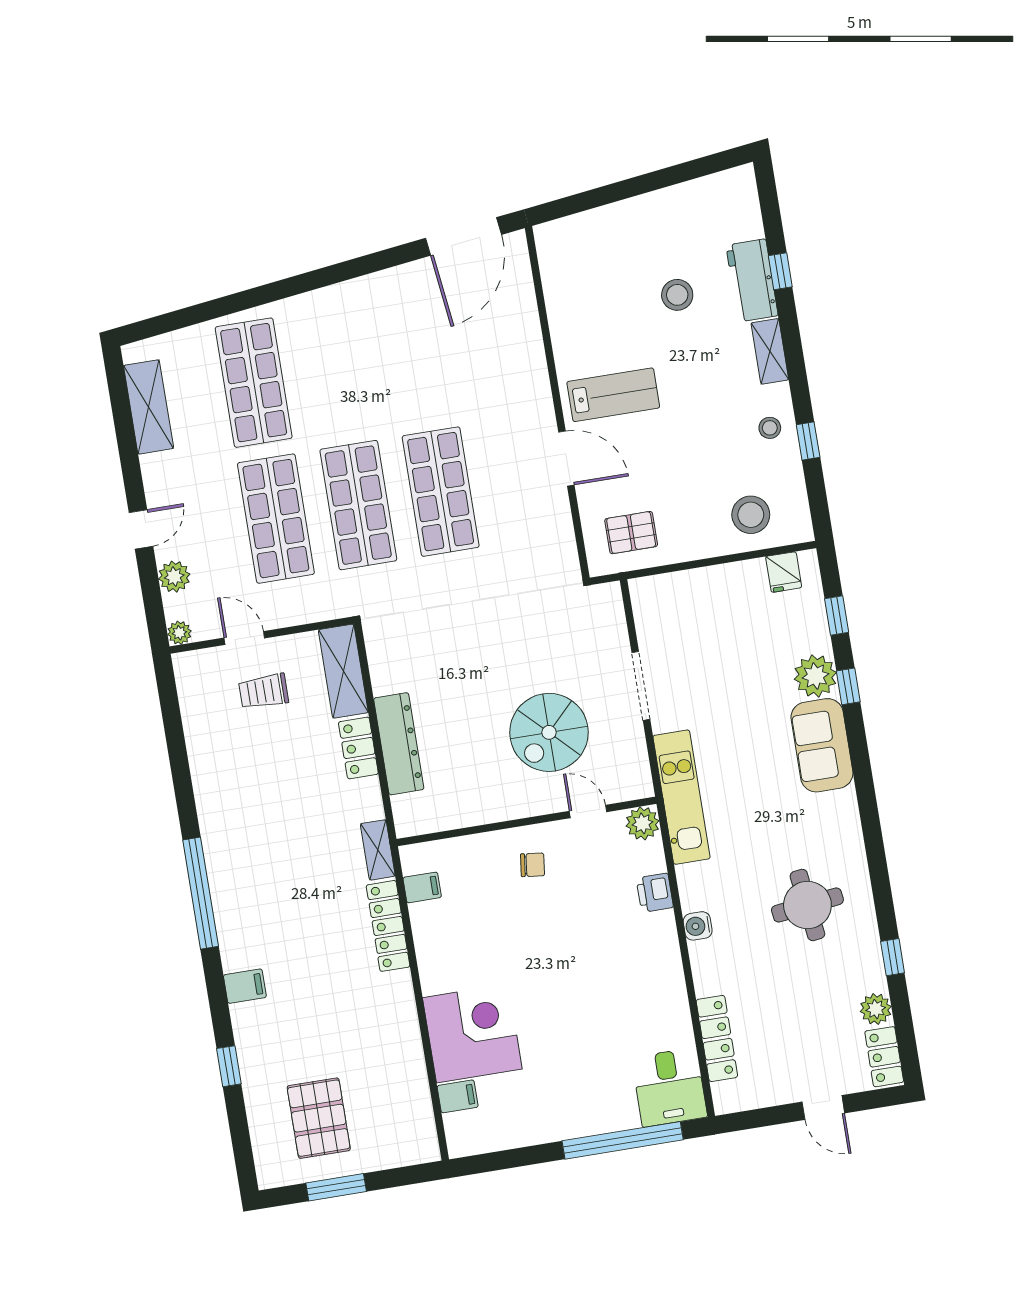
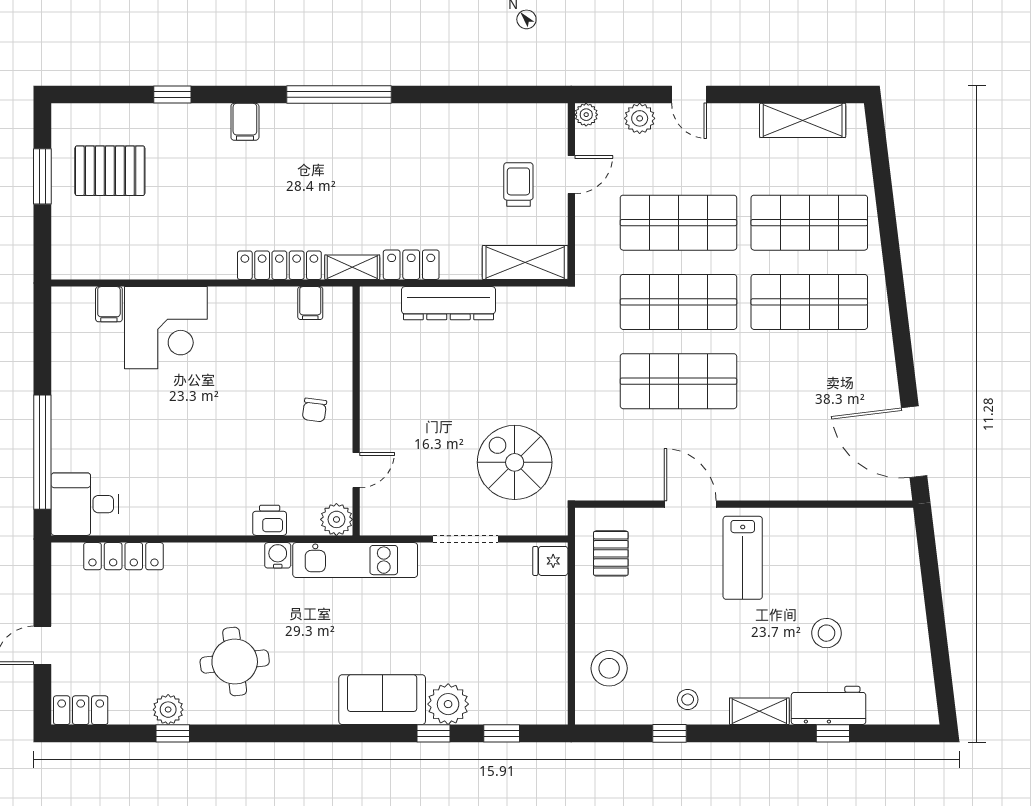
shop shelf: (336, 369) -> (809, 302), added
door: (566, 458) -> (690, 504), swing flipped
fridge: (784, 572) -> (550, 561), moved
spiral stairs: (549, 732) -> (515, 462), moved
locker: (358, 748) -> (411, 265), moved
water cooler: (698, 926) -> (278, 555), moved
plant: (876, 1009) -> (168, 710), moved

